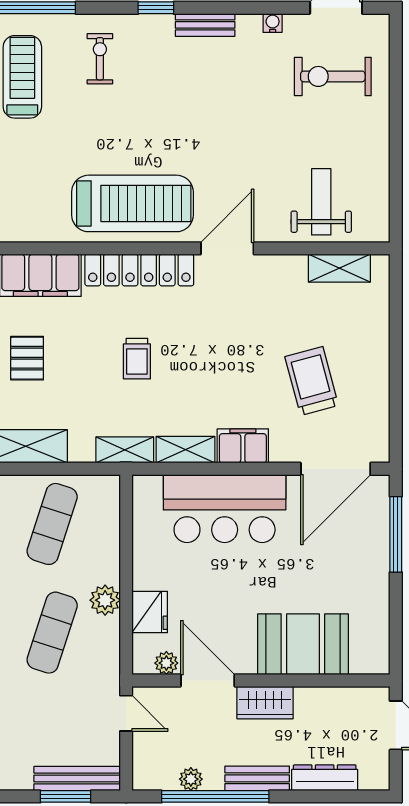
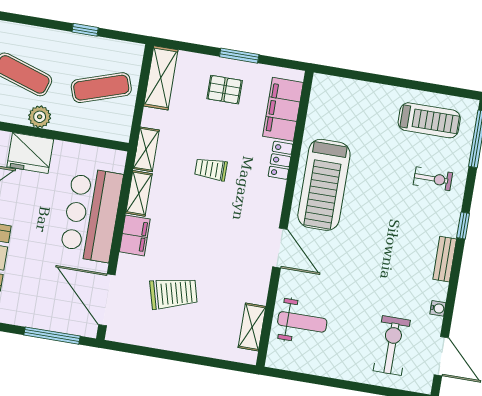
locker: (139, 270) -> (280, 160), width x0.46, depth x0.83
exercise mat: (52, 524) -> (101, 88), turned -36
fridge: (150, 612) -> (30, 153), width x1.36, depth x1.34

